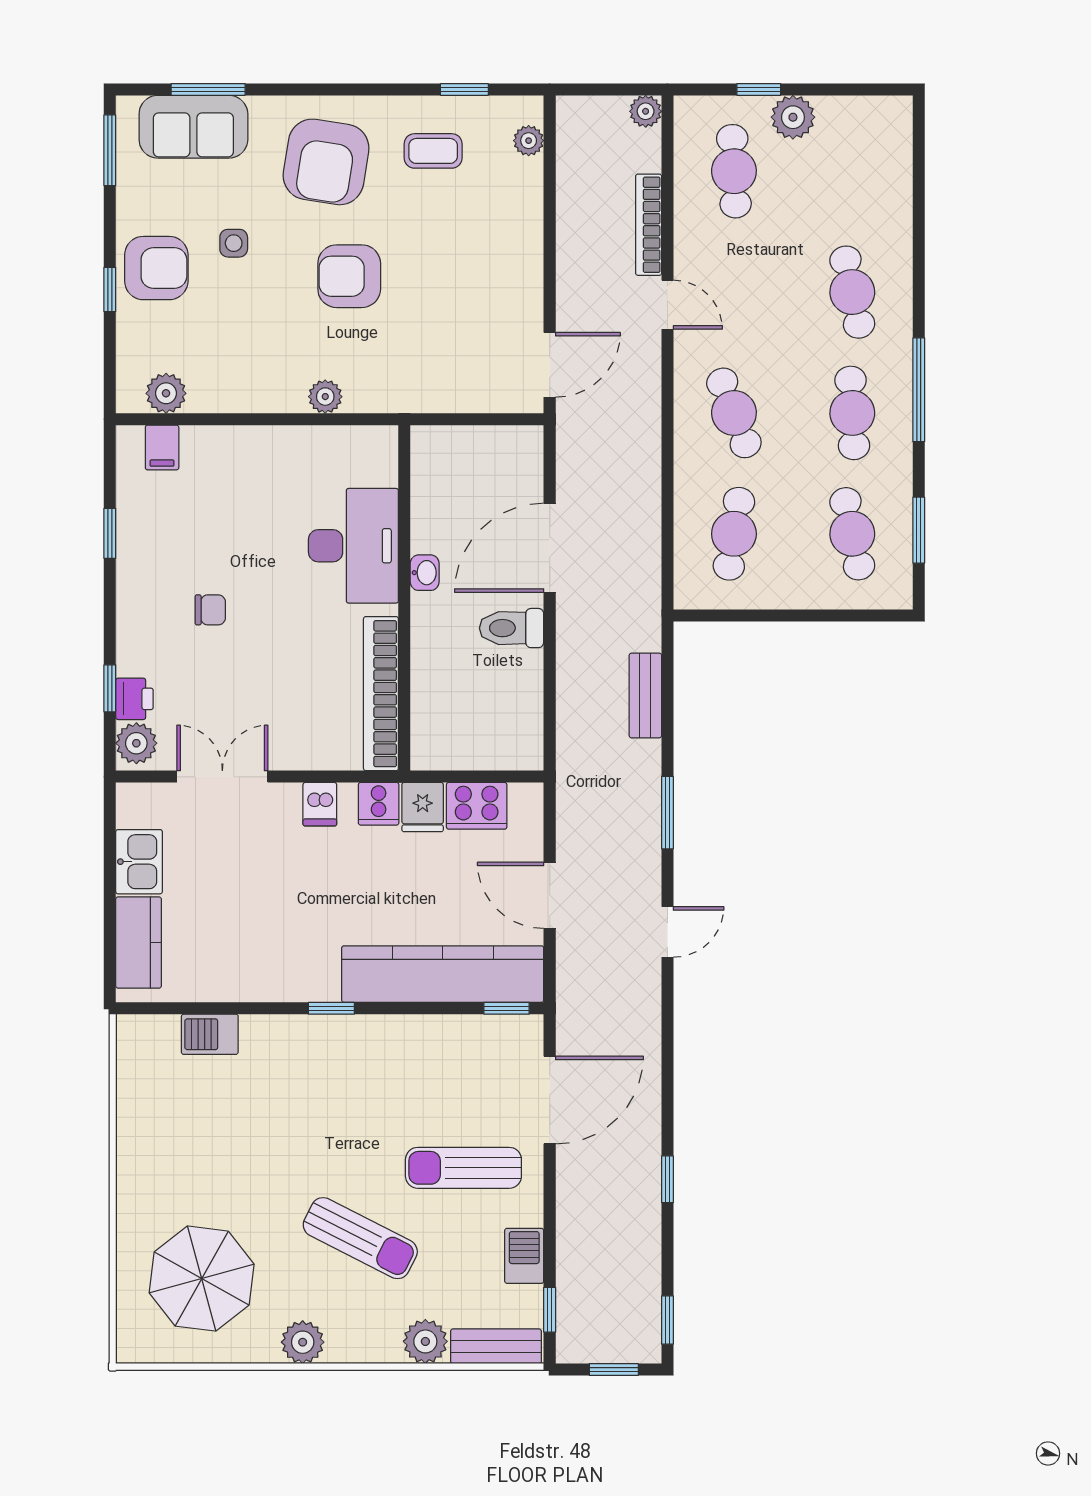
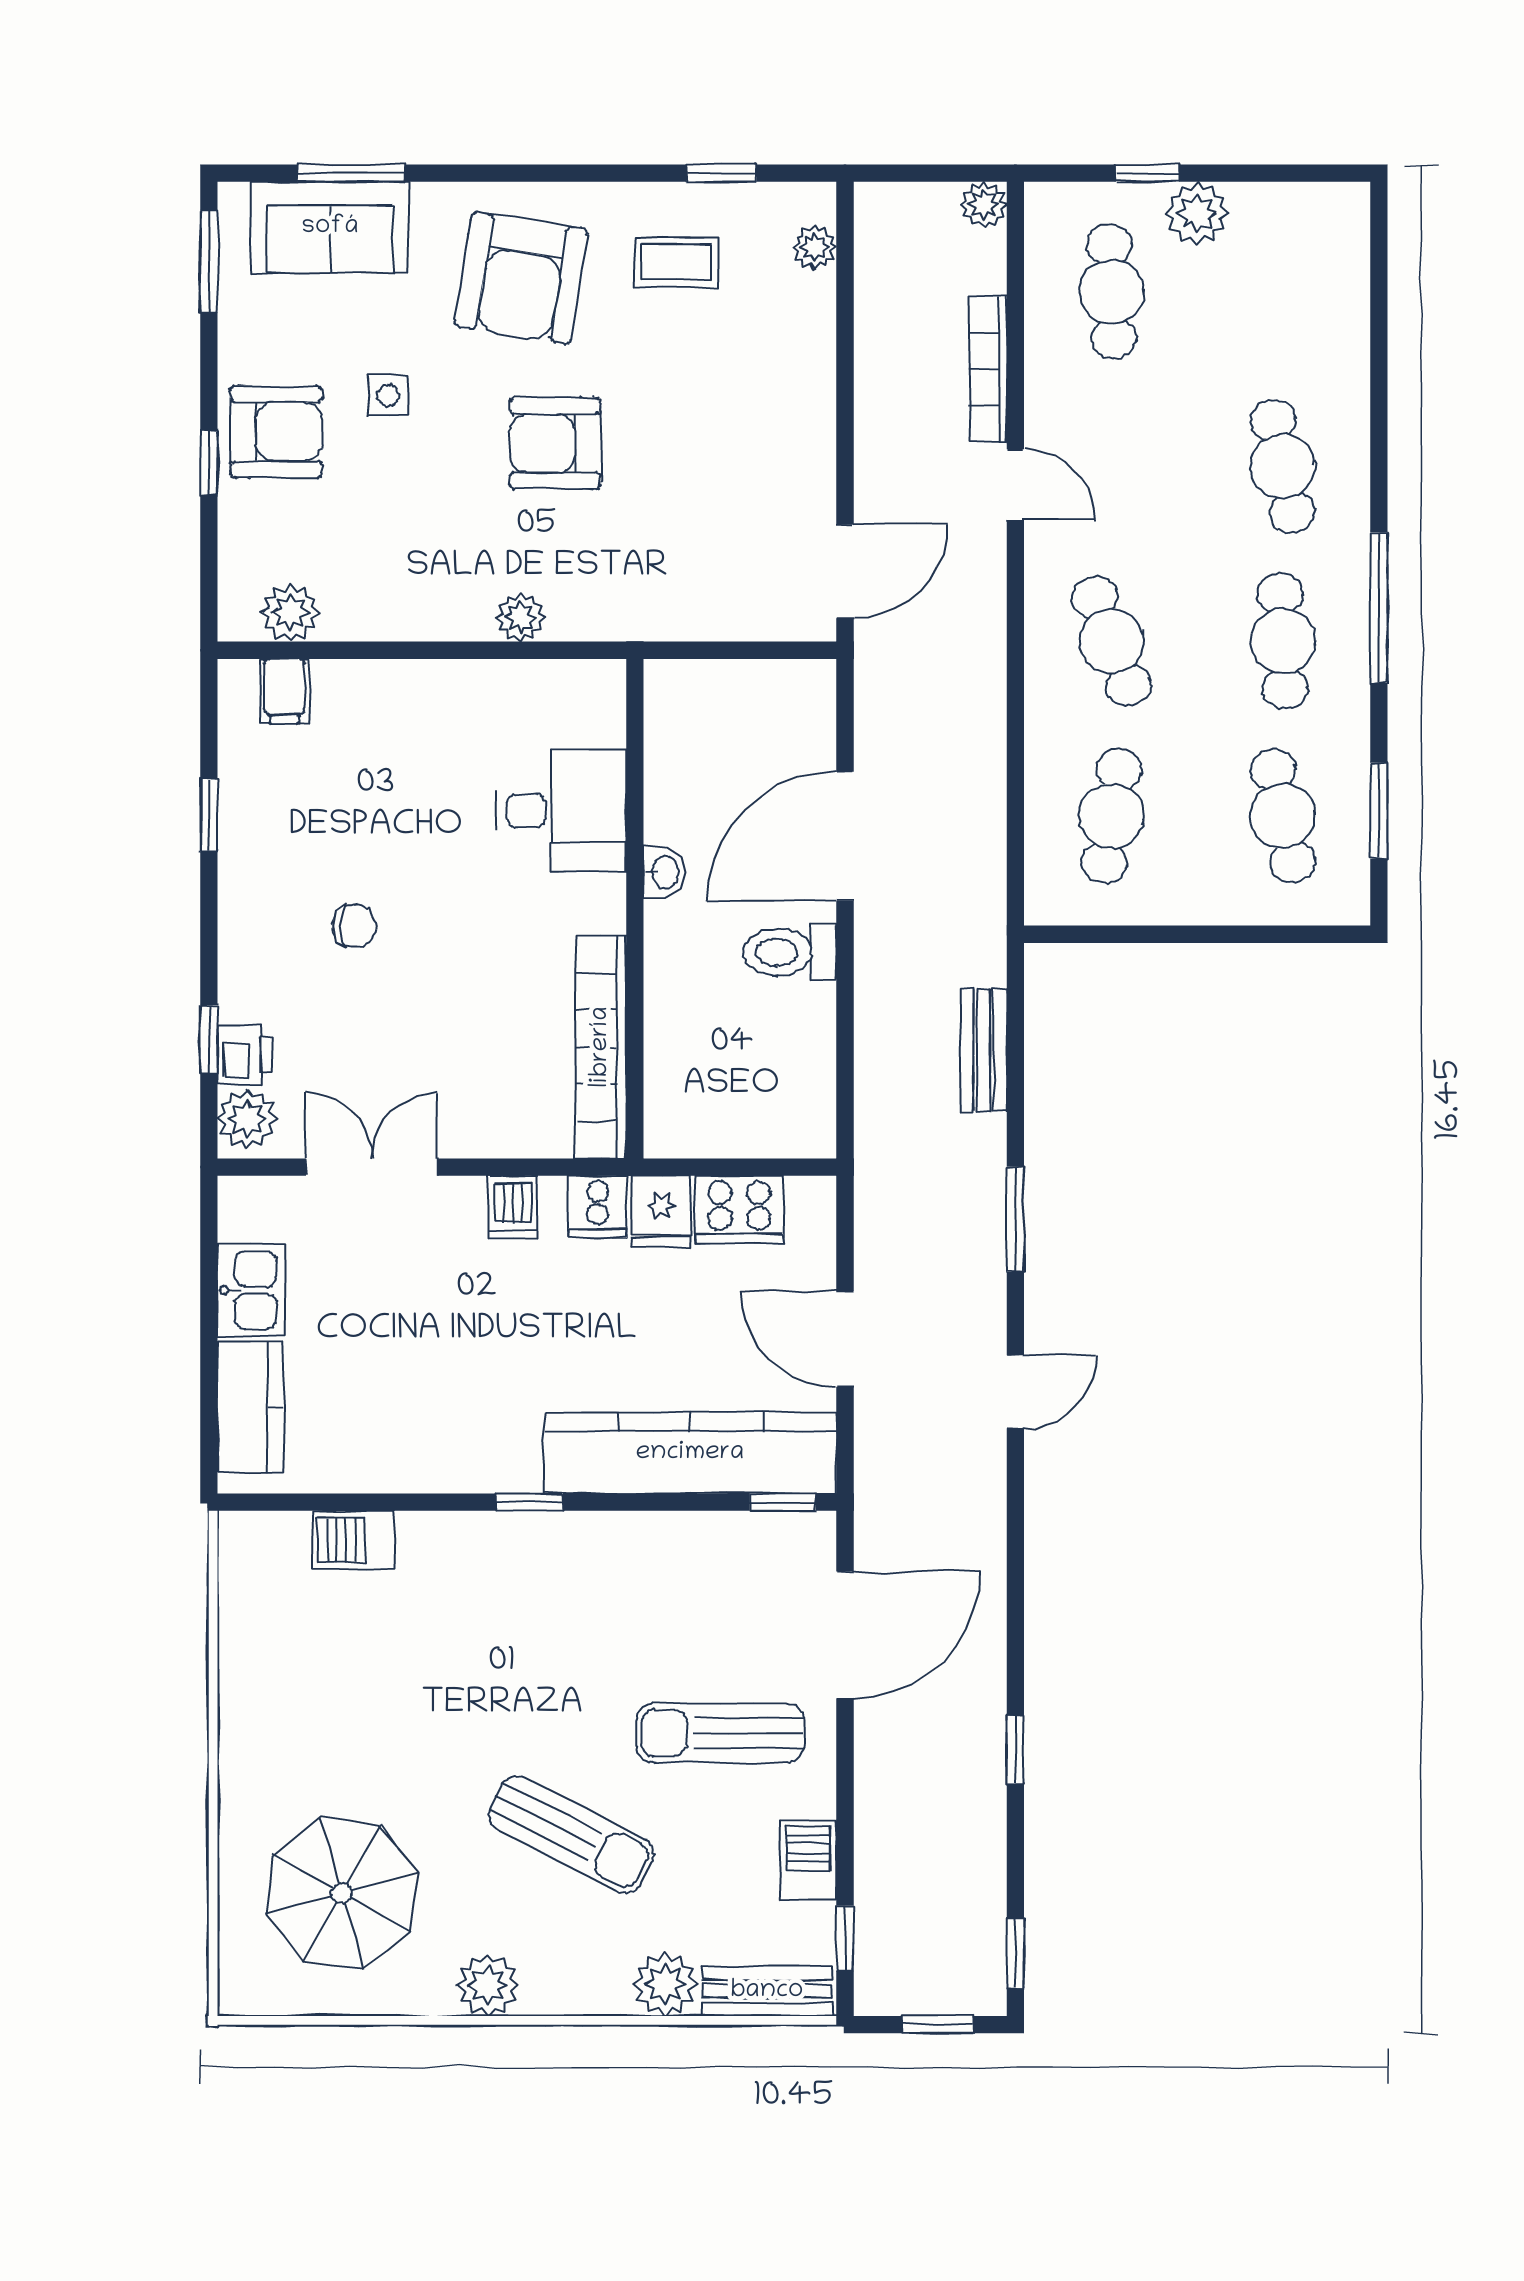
desk: (353, 546) -> (561, 811), width x0.73

